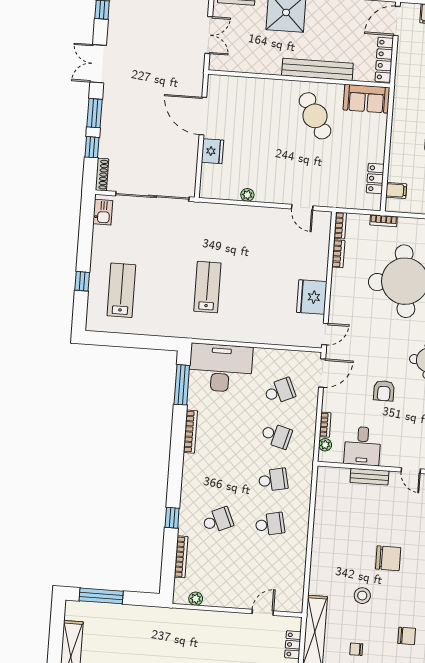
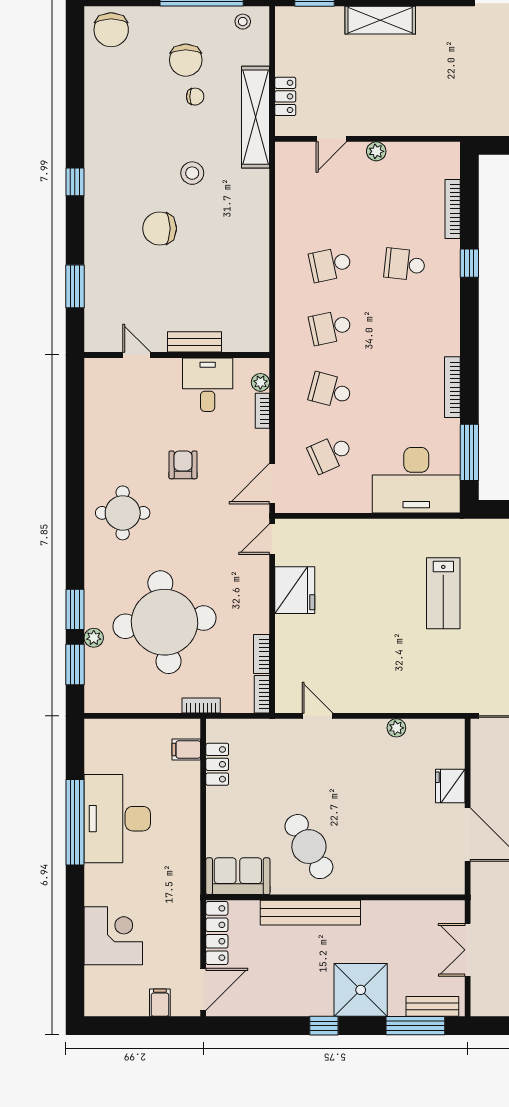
school desk: (218, 520) -> (405, 264), turned 30
plant: (196, 599) -> (376, 151), moved
chair: (407, 636) -> (125, 121), removed

